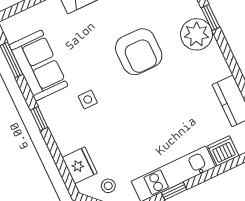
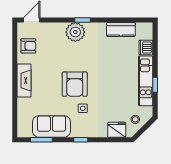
window: (211, 18) -> (82, 20), moved
armchair: (139, 52) -> (75, 84), moved, turned 90

